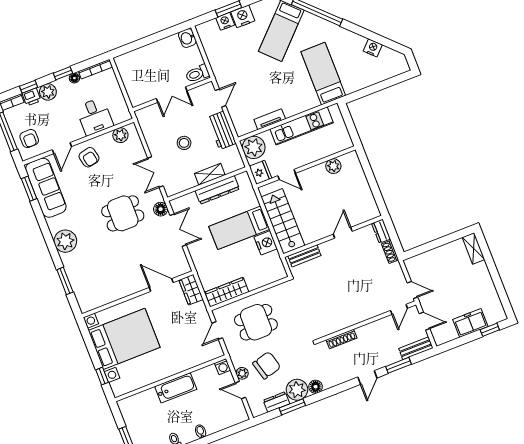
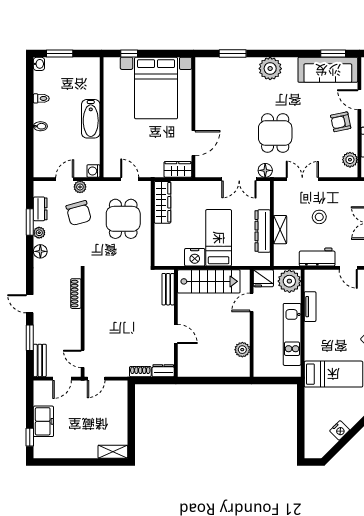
plant: (297, 390) -> (39, 233), width x0.53, depth x0.53

